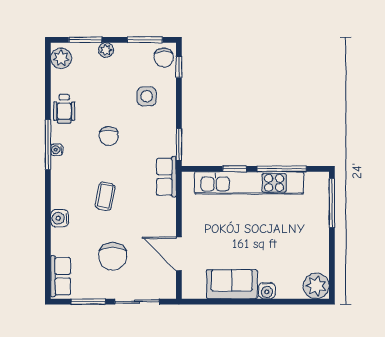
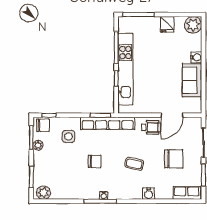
plant: (106, 50) -> (38, 145), moved
wheelchair: (64, 109) -> (151, 127), moved
row of seats: (166, 177) -> (108, 123), width x2.02
fridge: (317, 246) -> (167, 24), added

